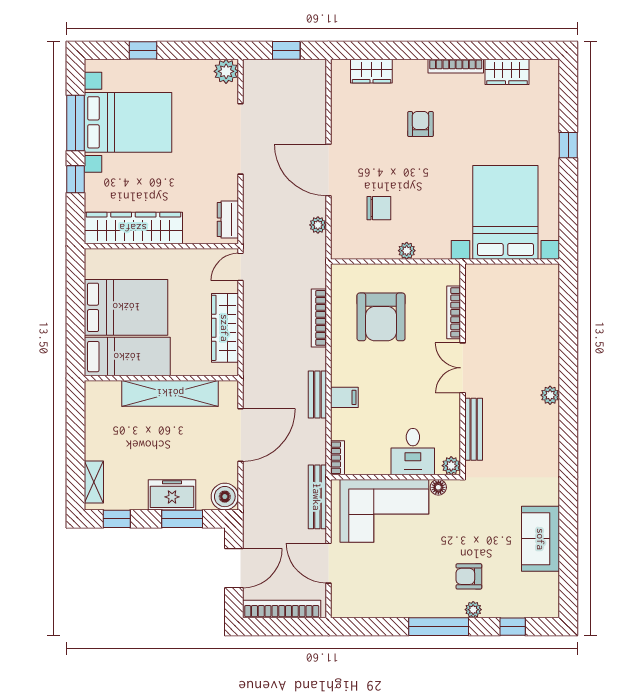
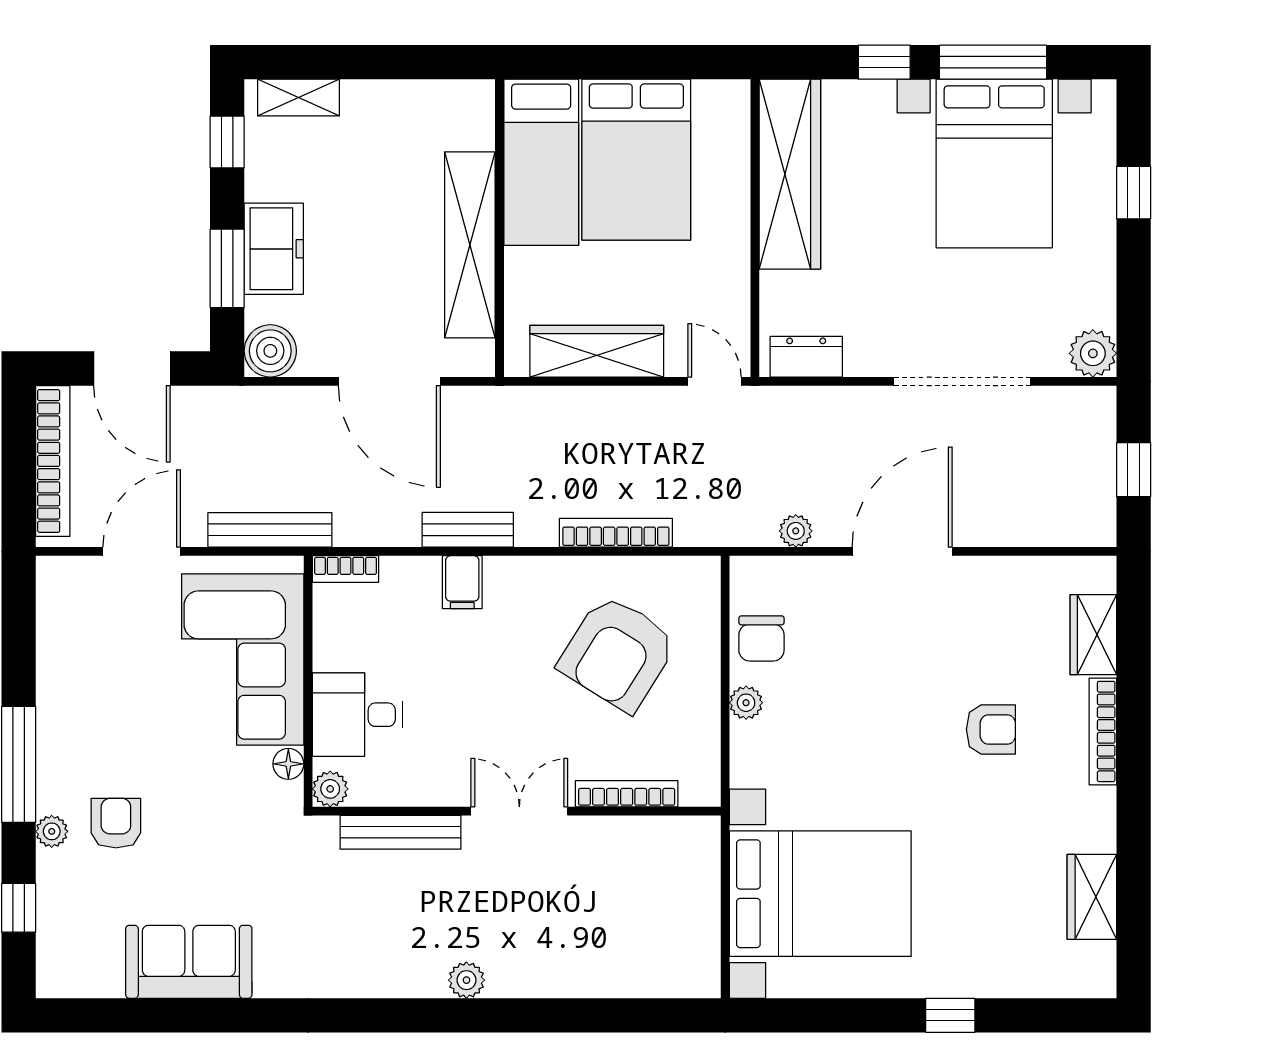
bookcase: (456, 66) -> (1103, 731), moved
chair: (379, 208) -> (761, 638), moved
armchair: (381, 317) -> (618, 653), turned -58

